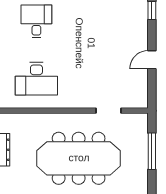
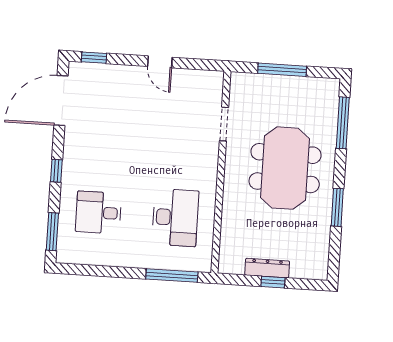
meeting table: (79, 158) -> (285, 168), width x0.73

